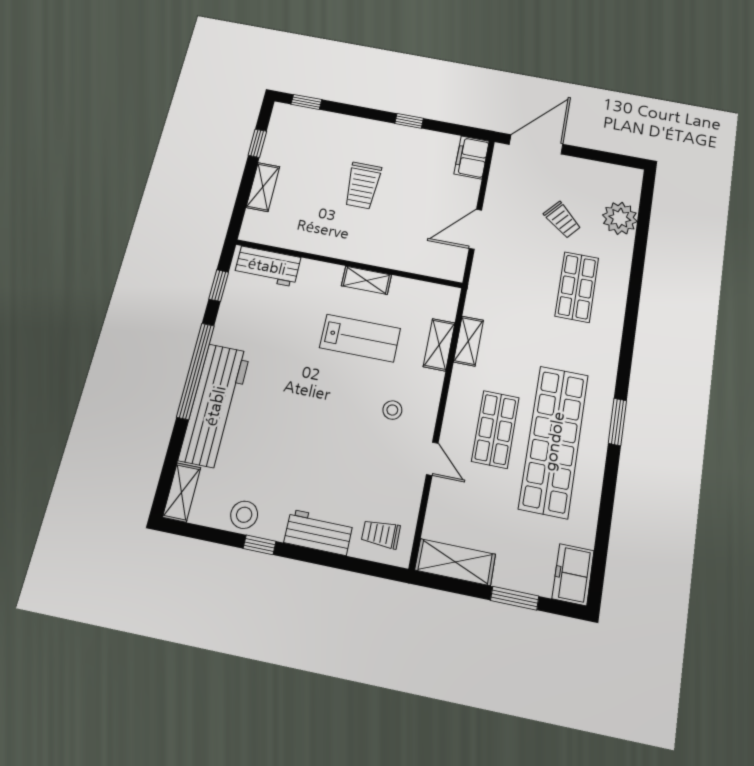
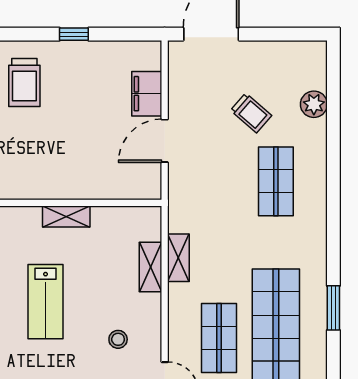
filing cabinet: (472, 157) -> (147, 94), moved
trolley: (363, 185) -> (24, 83), moved
plant: (620, 218) -> (314, 104), width x0.73, depth x0.73
lab bench: (360, 338) -> (46, 302), moved, turned 90

